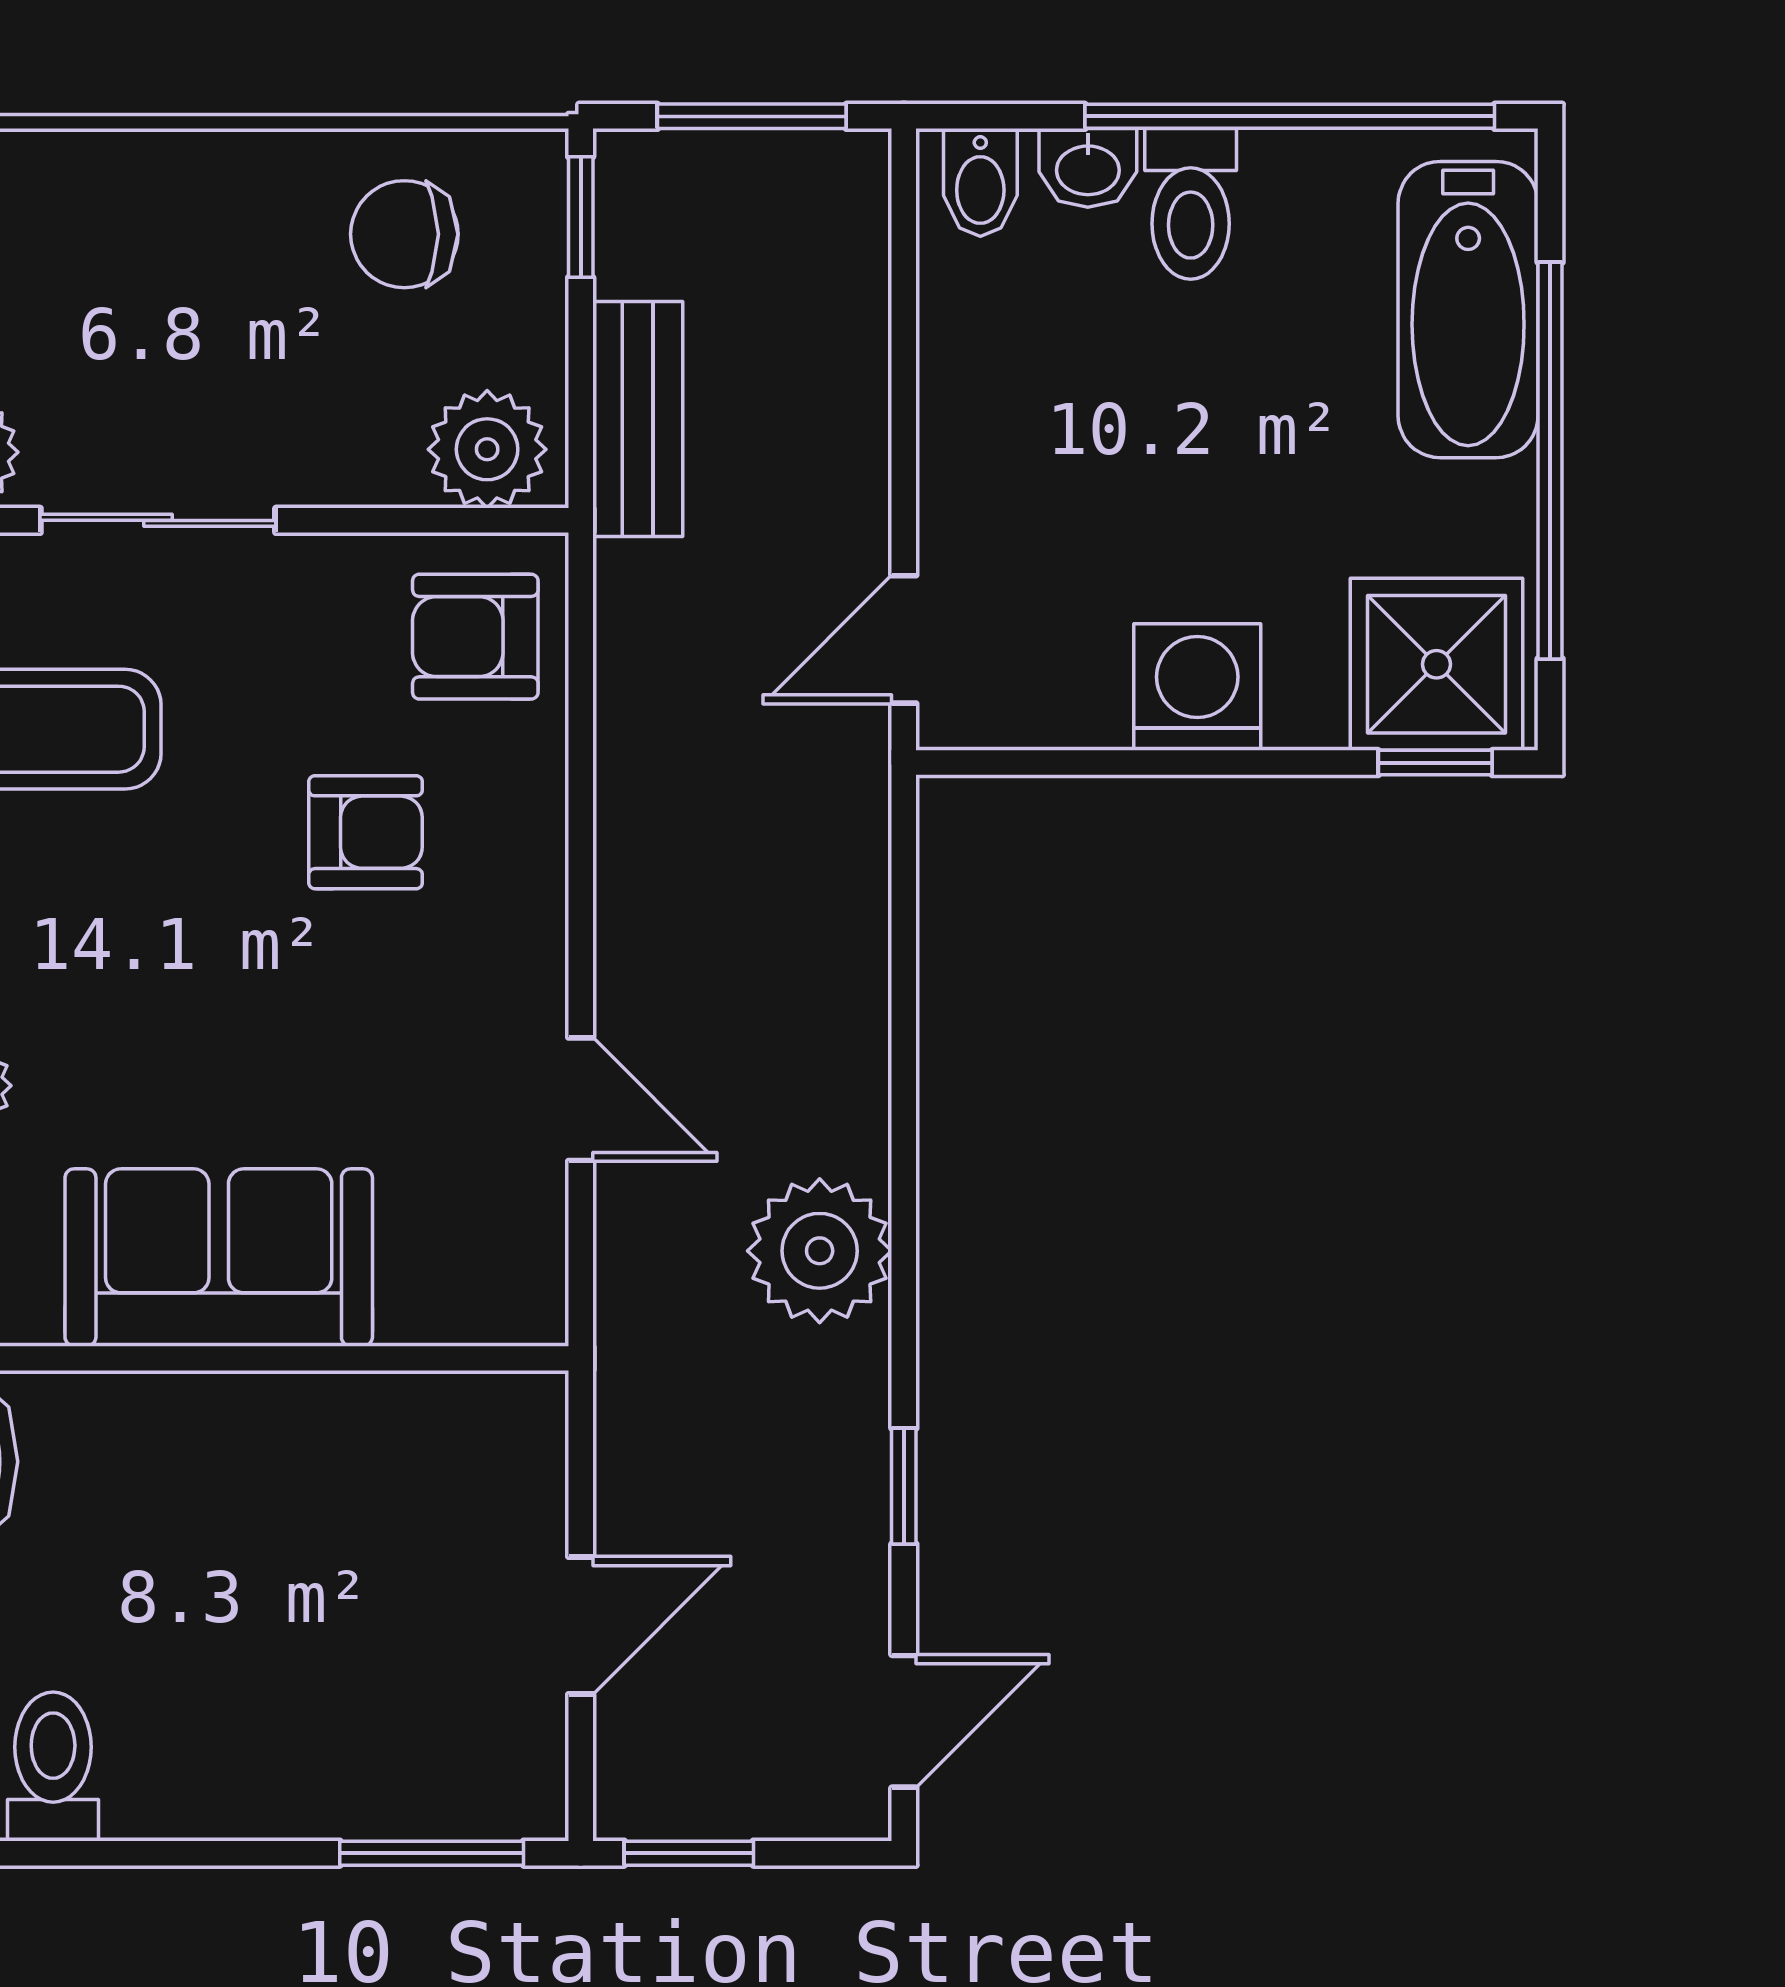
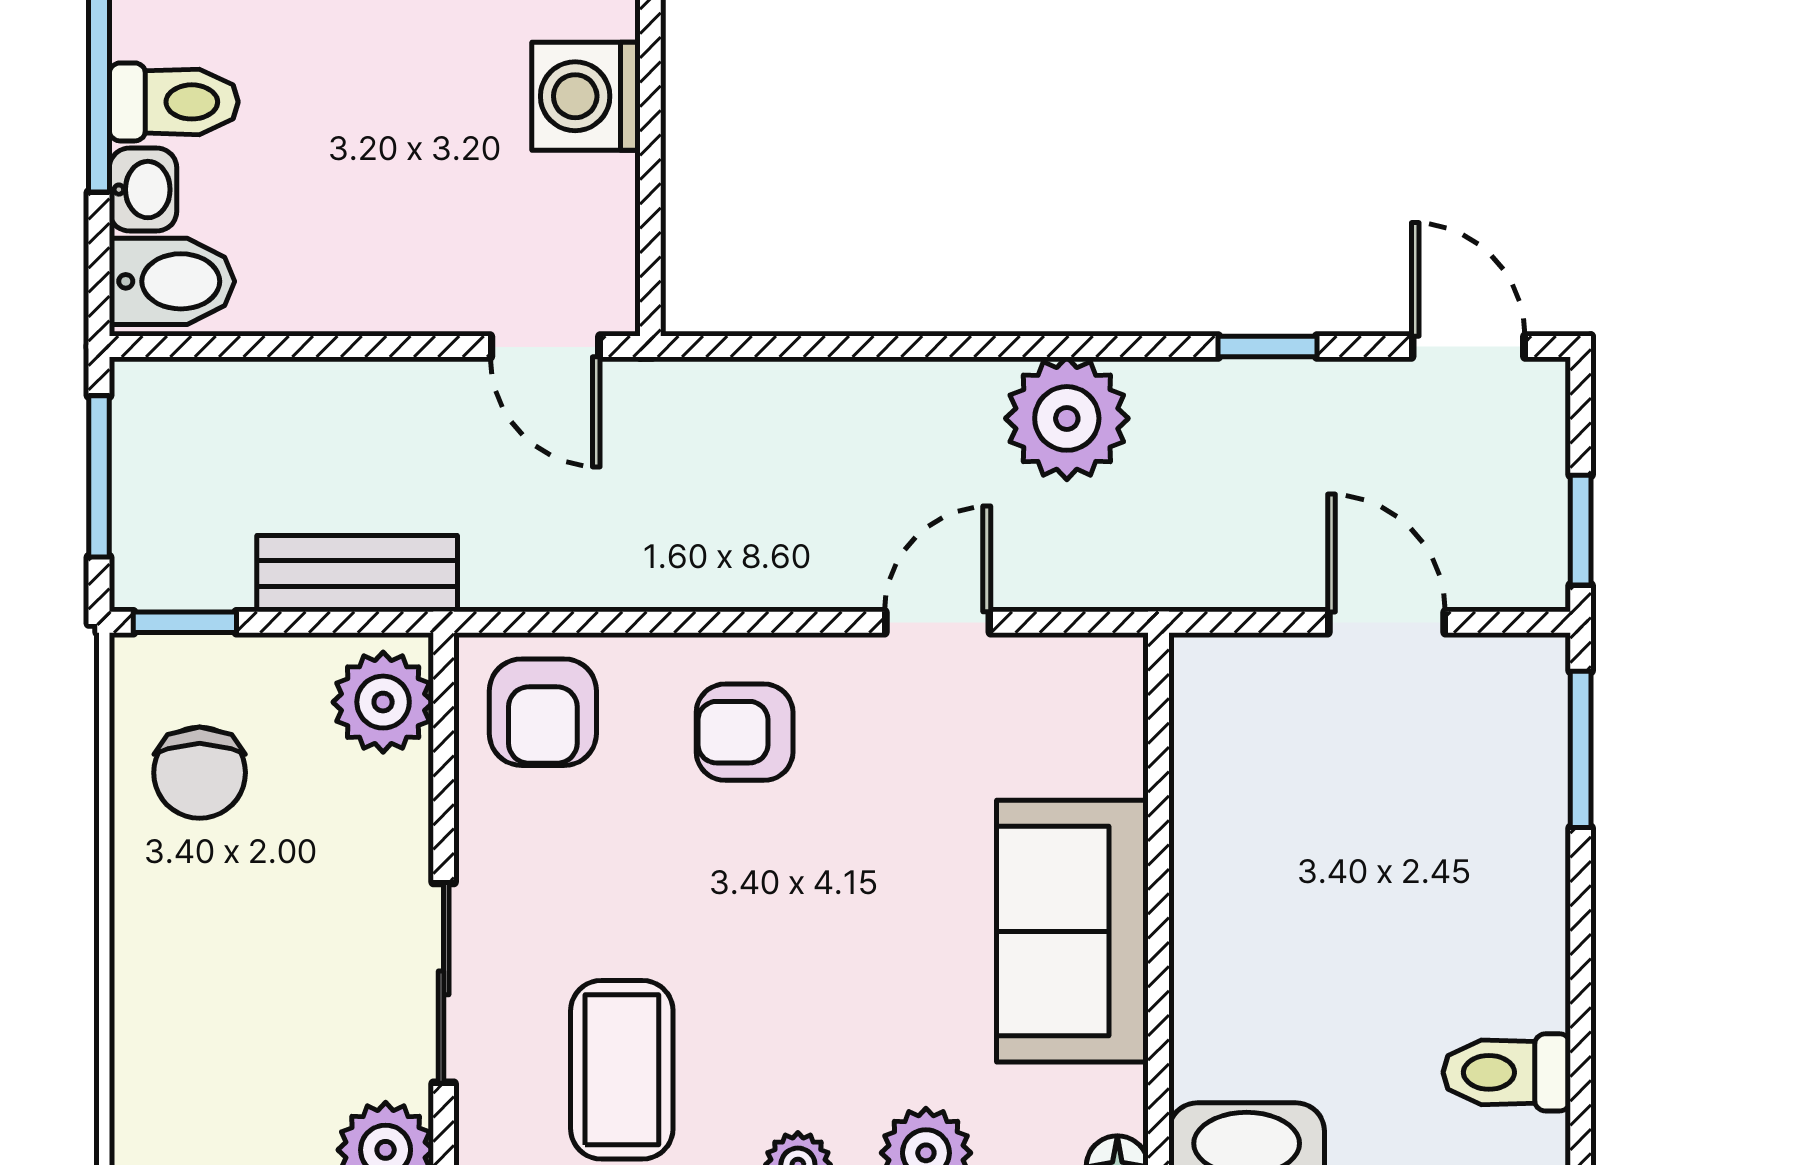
bidet: (980, 182) -> (172, 281), width x1.38, depth x1.36
armchair: (366, 832) -> (745, 732), moved, turned -90

